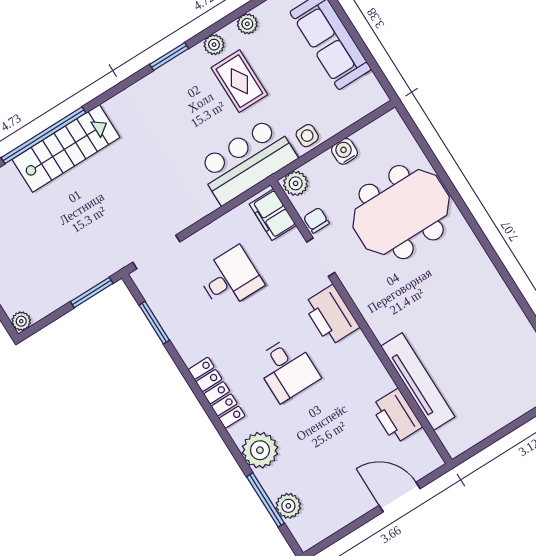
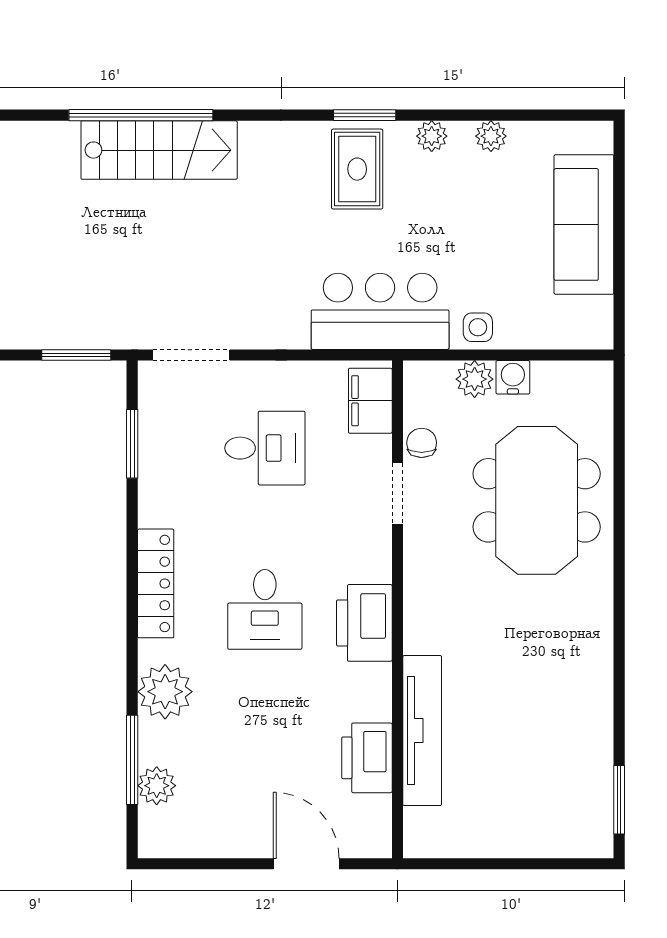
rug: (239, 81) -> (357, 169), moved
plant: (296, 183) -> (475, 379), moved
meeting table: (401, 212) -> (537, 500), turned 90
printer: (331, 315) -> (364, 623), moved

